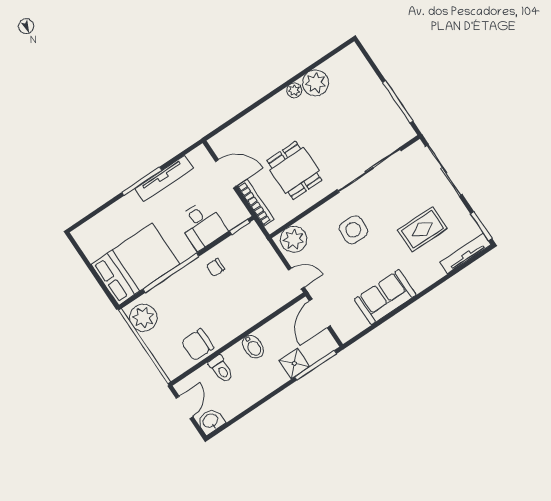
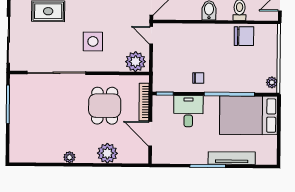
plant: (316, 83) -> (107, 153), moved
tv unit: (164, 179) -> (232, 158), moved
plant: (143, 318) -> (272, 82), width x0.53, depth x0.53

